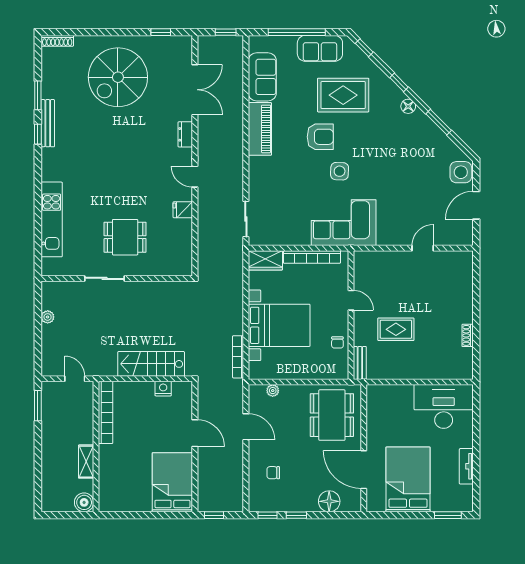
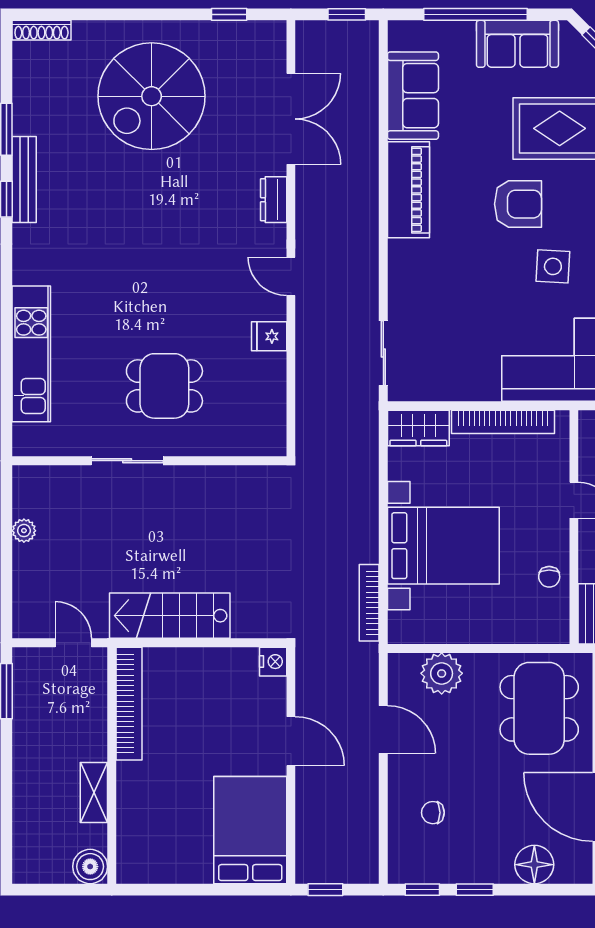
stairs: (151, 364) -> (170, 616), moved
nightstand: (163, 389) -> (273, 662), moved, turned 90
plant: (273, 391) -> (442, 673), width x1.88, depth x1.88

